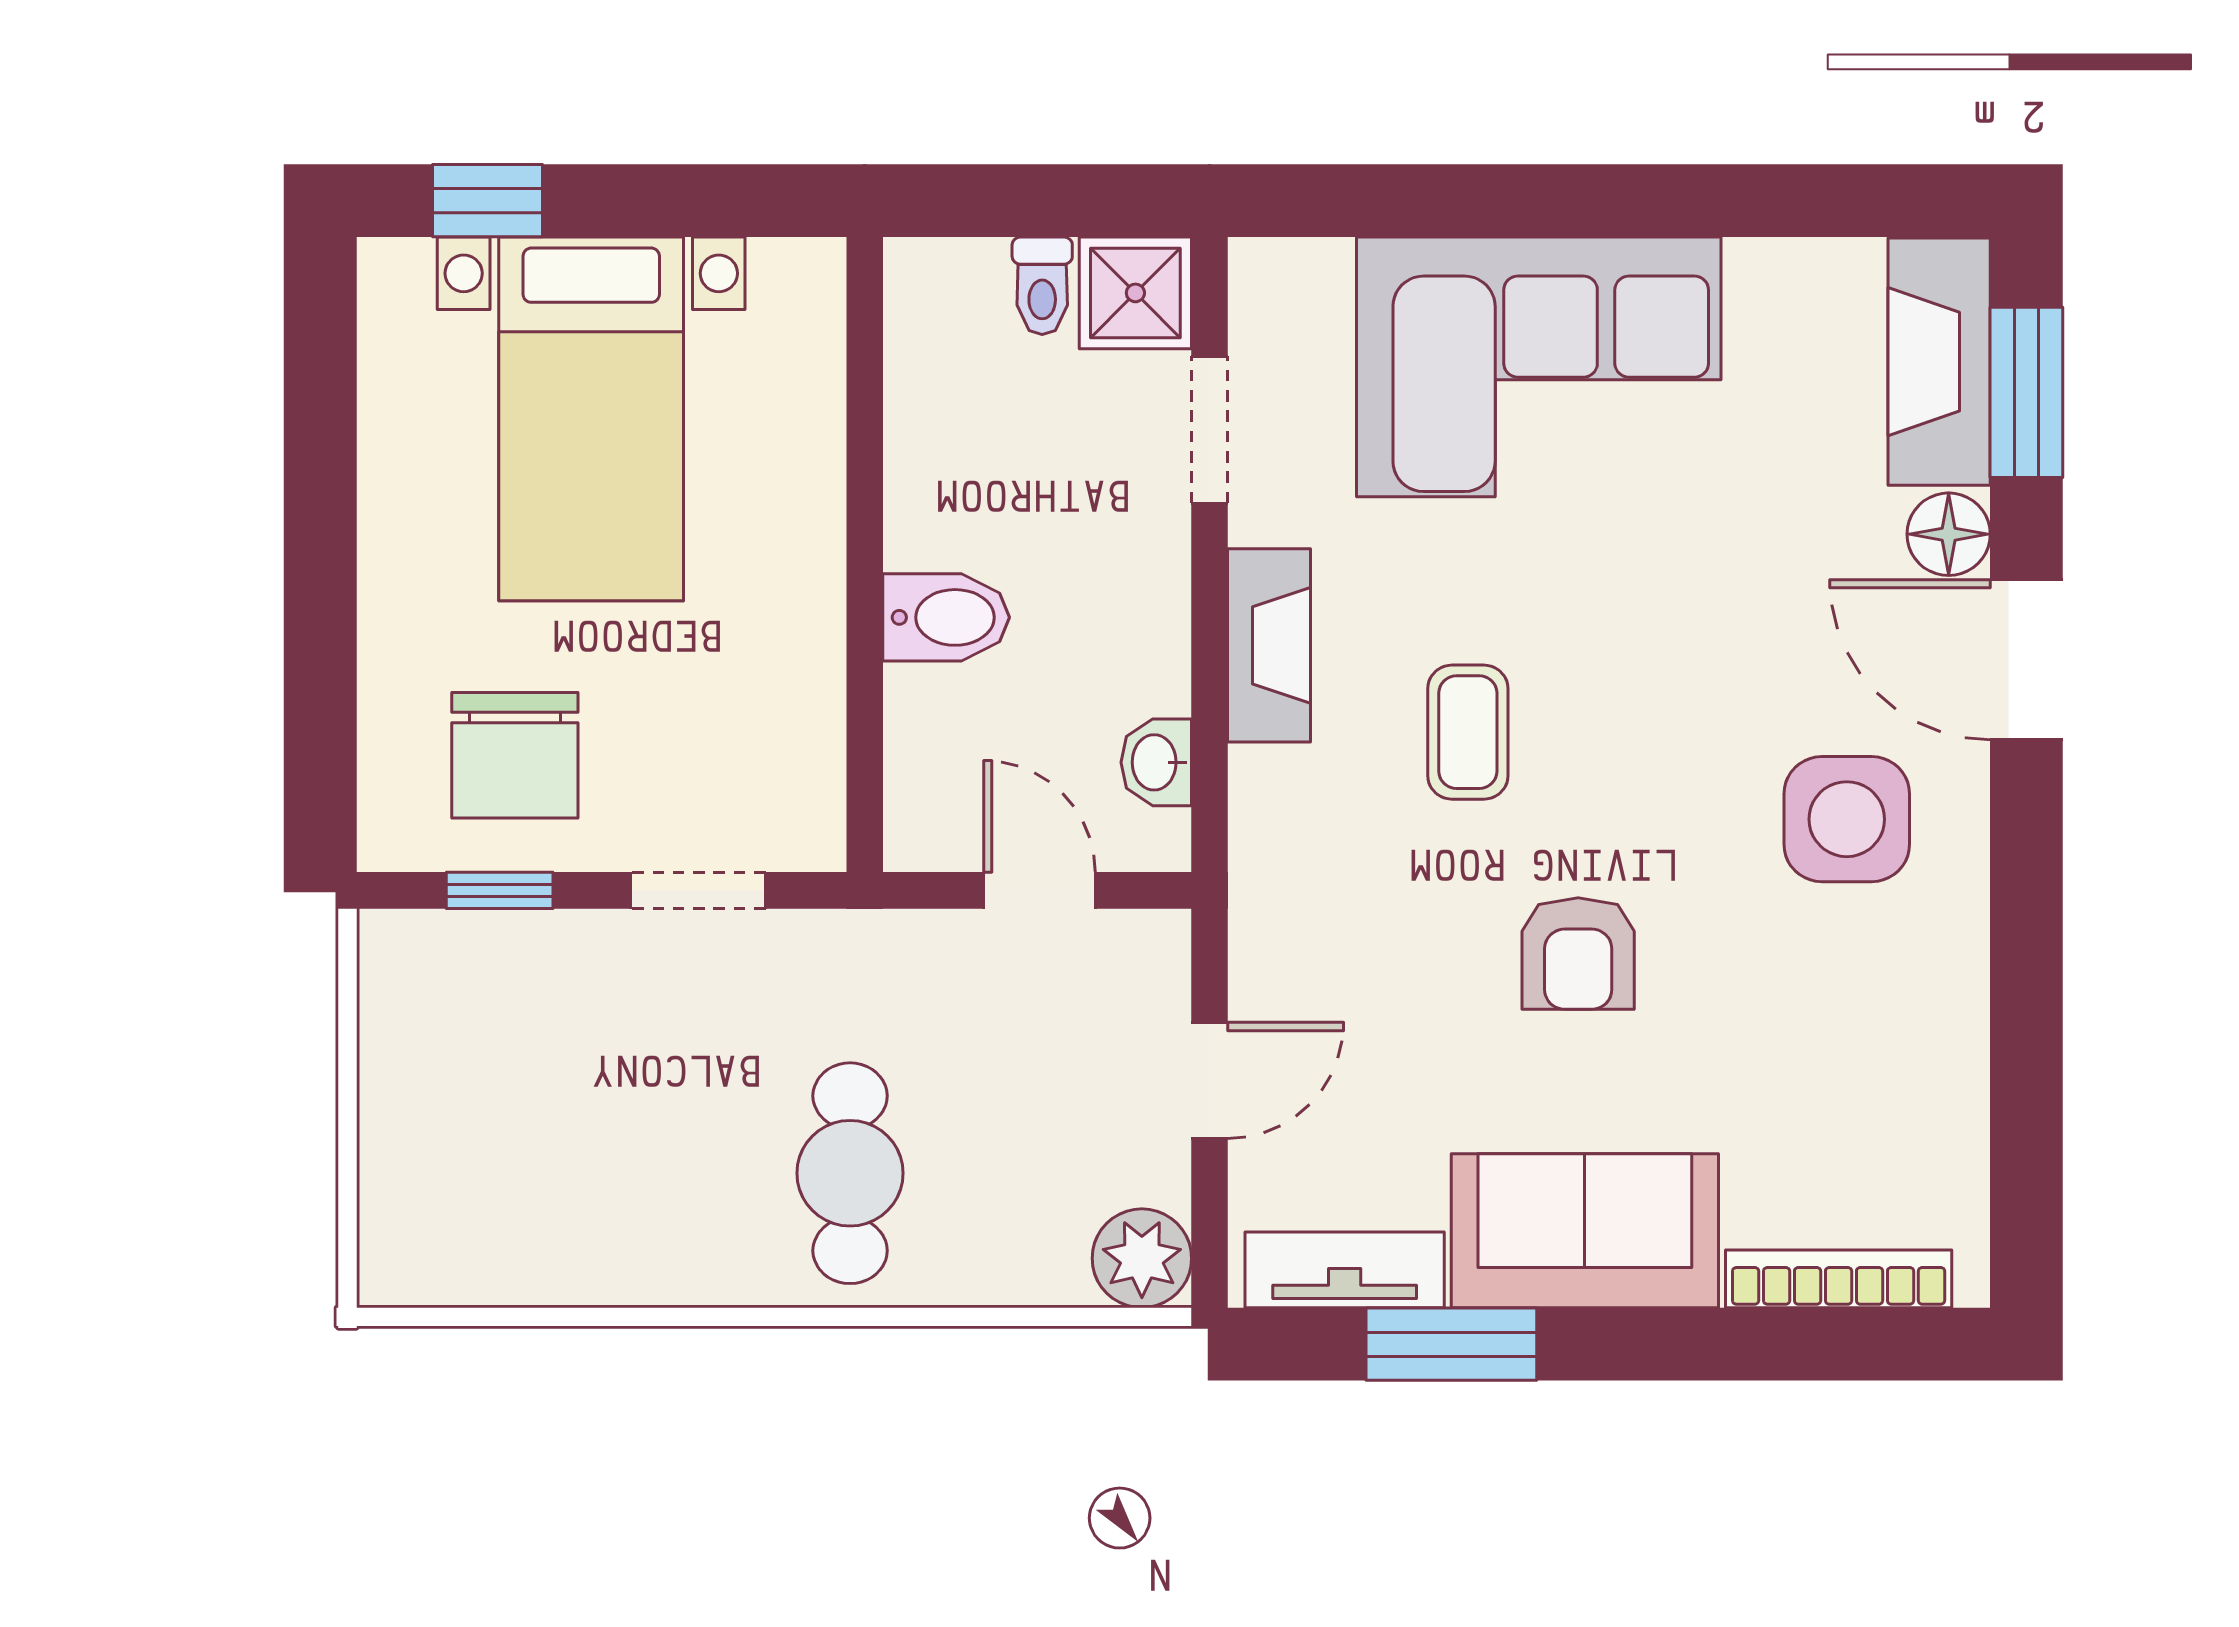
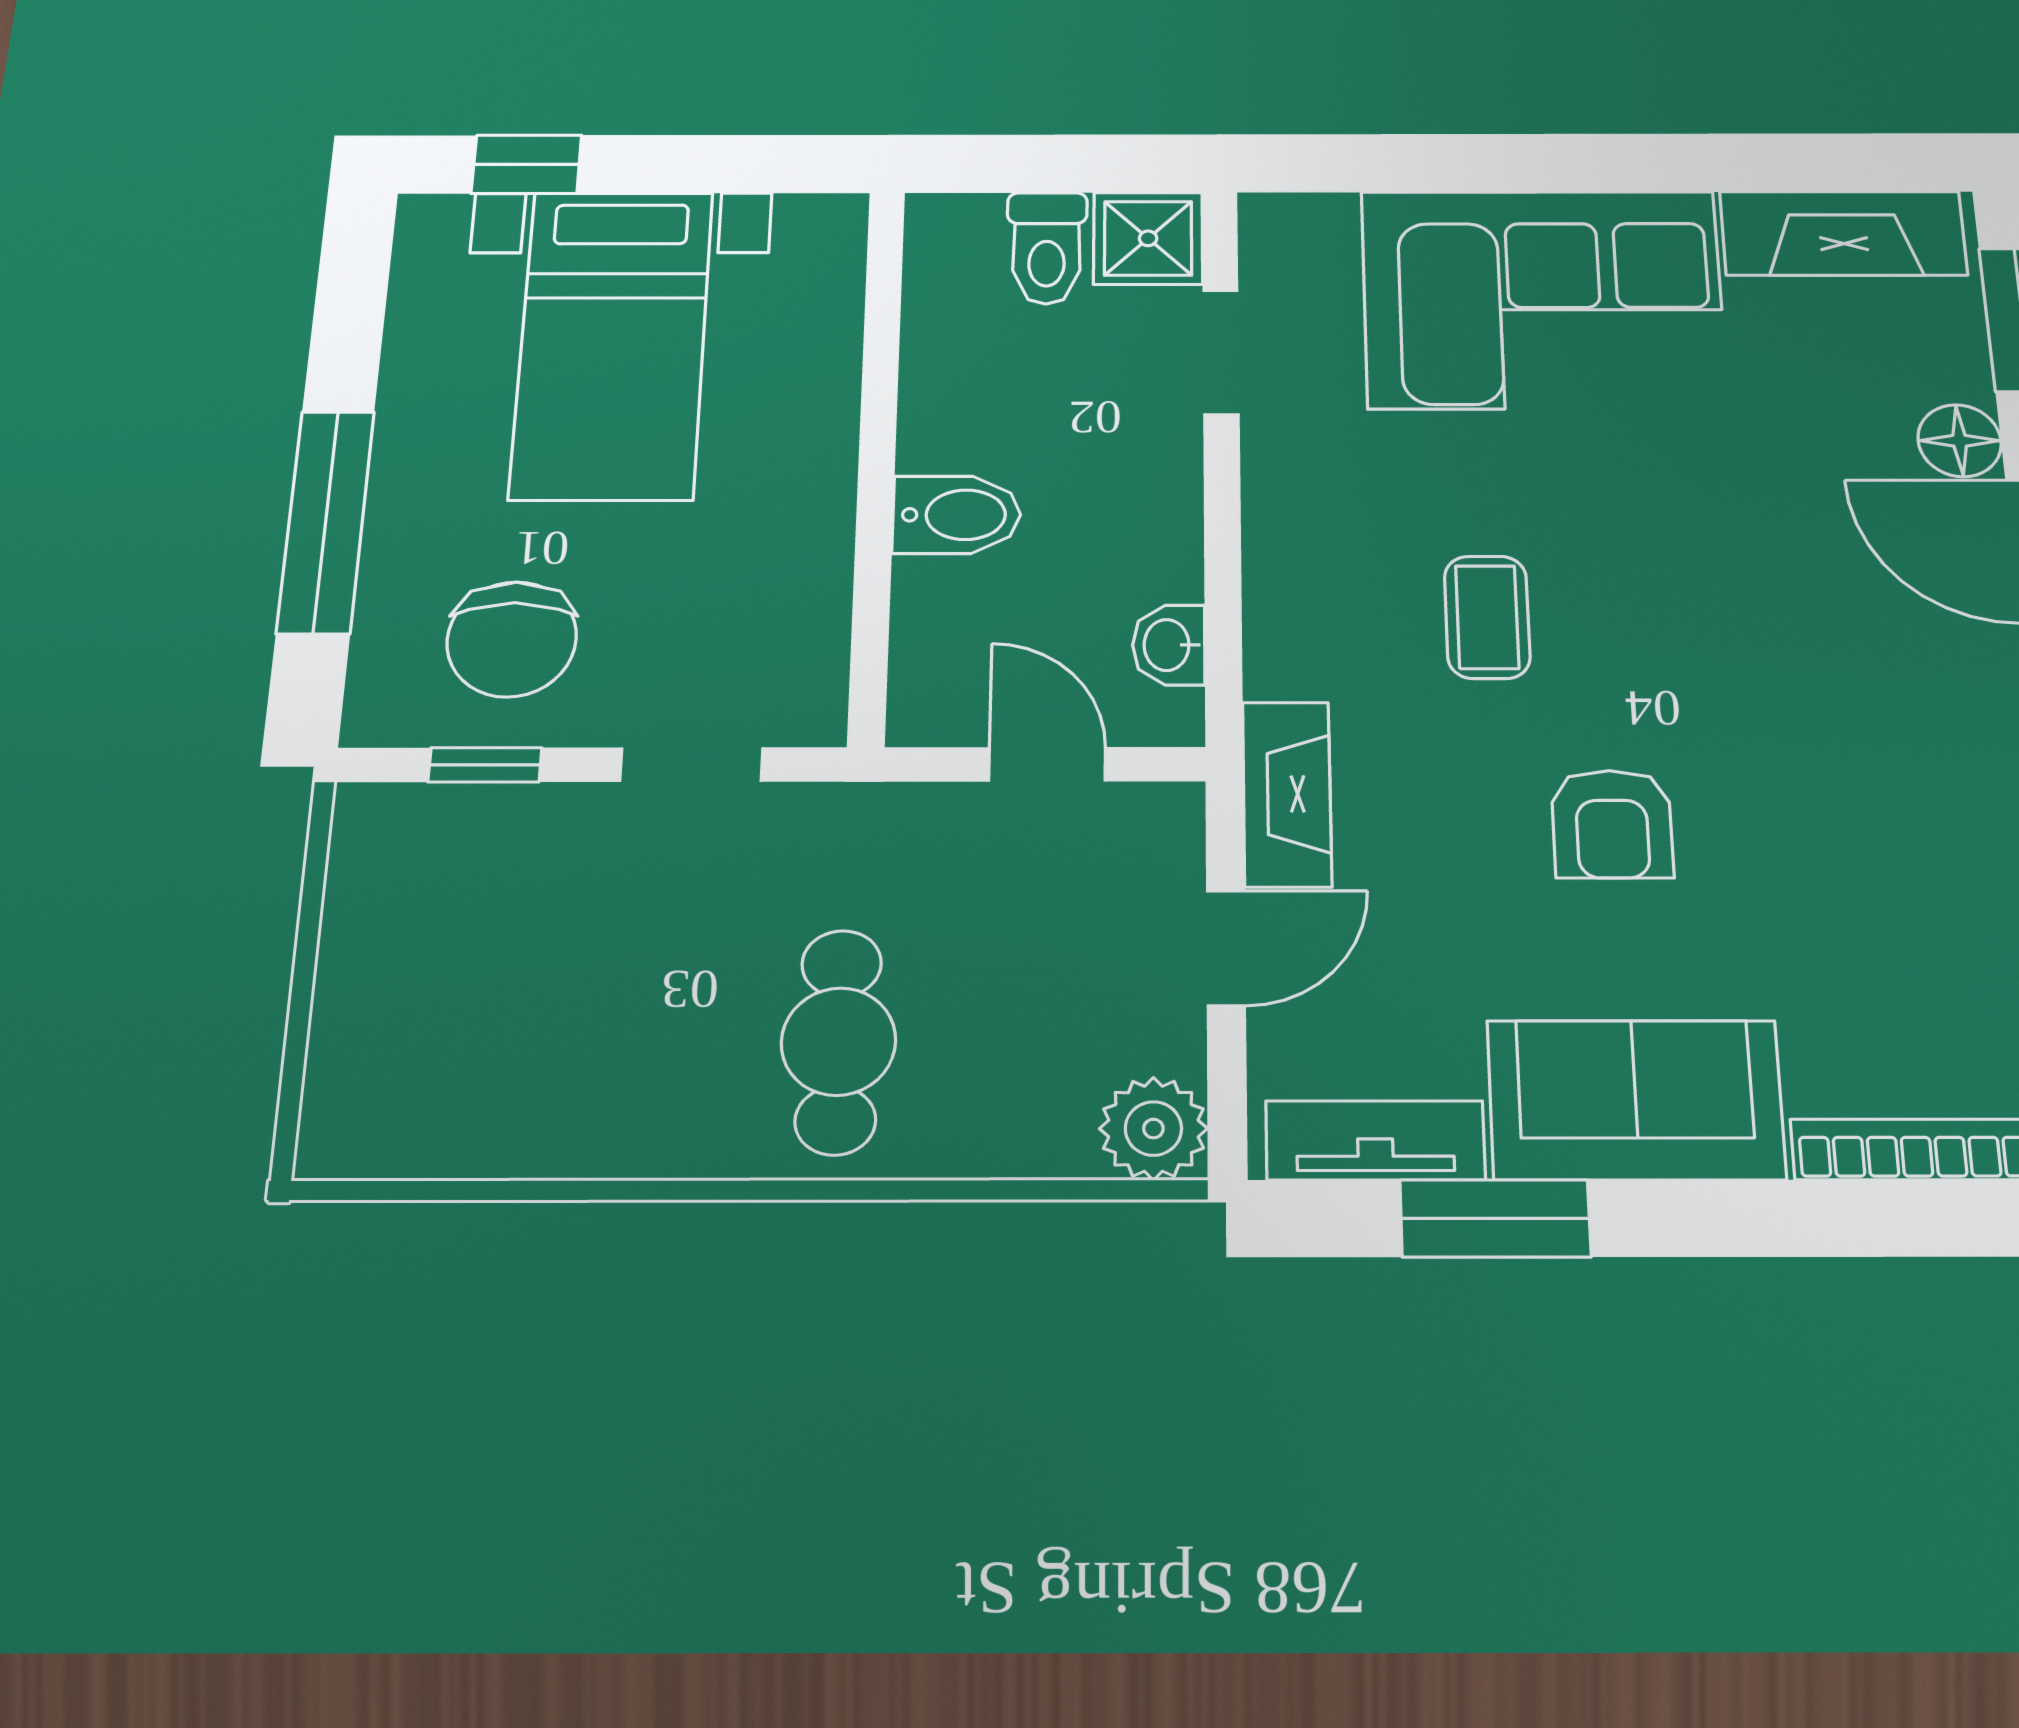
toilet: (1042, 286) -> (1047, 248), width x1.37, depth x1.39
fireplace: (1939, 362) -> (1843, 233), moved, turned -90
window: (320, 624) -> (326, 521), added
fireplace: (1269, 645) -> (1287, 794), moved
side table: (1847, 819) -> (1882, 697), removed

